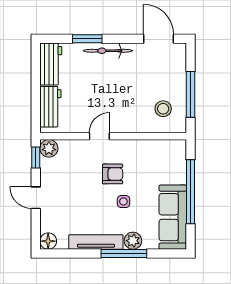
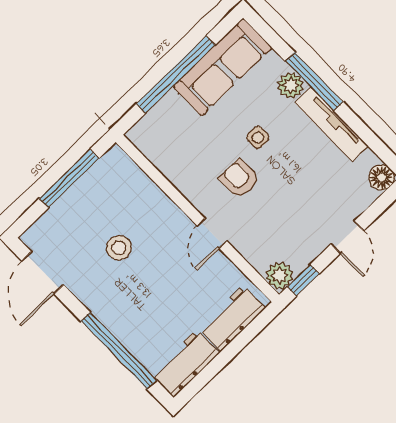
window: (87, 39) -> (119, 351), width x2.11
bicycle: (108, 51) -> (110, 315), removed
stool: (163, 109) -> (119, 248), moved
door: (99, 136) -> (212, 233), hinge flipped

